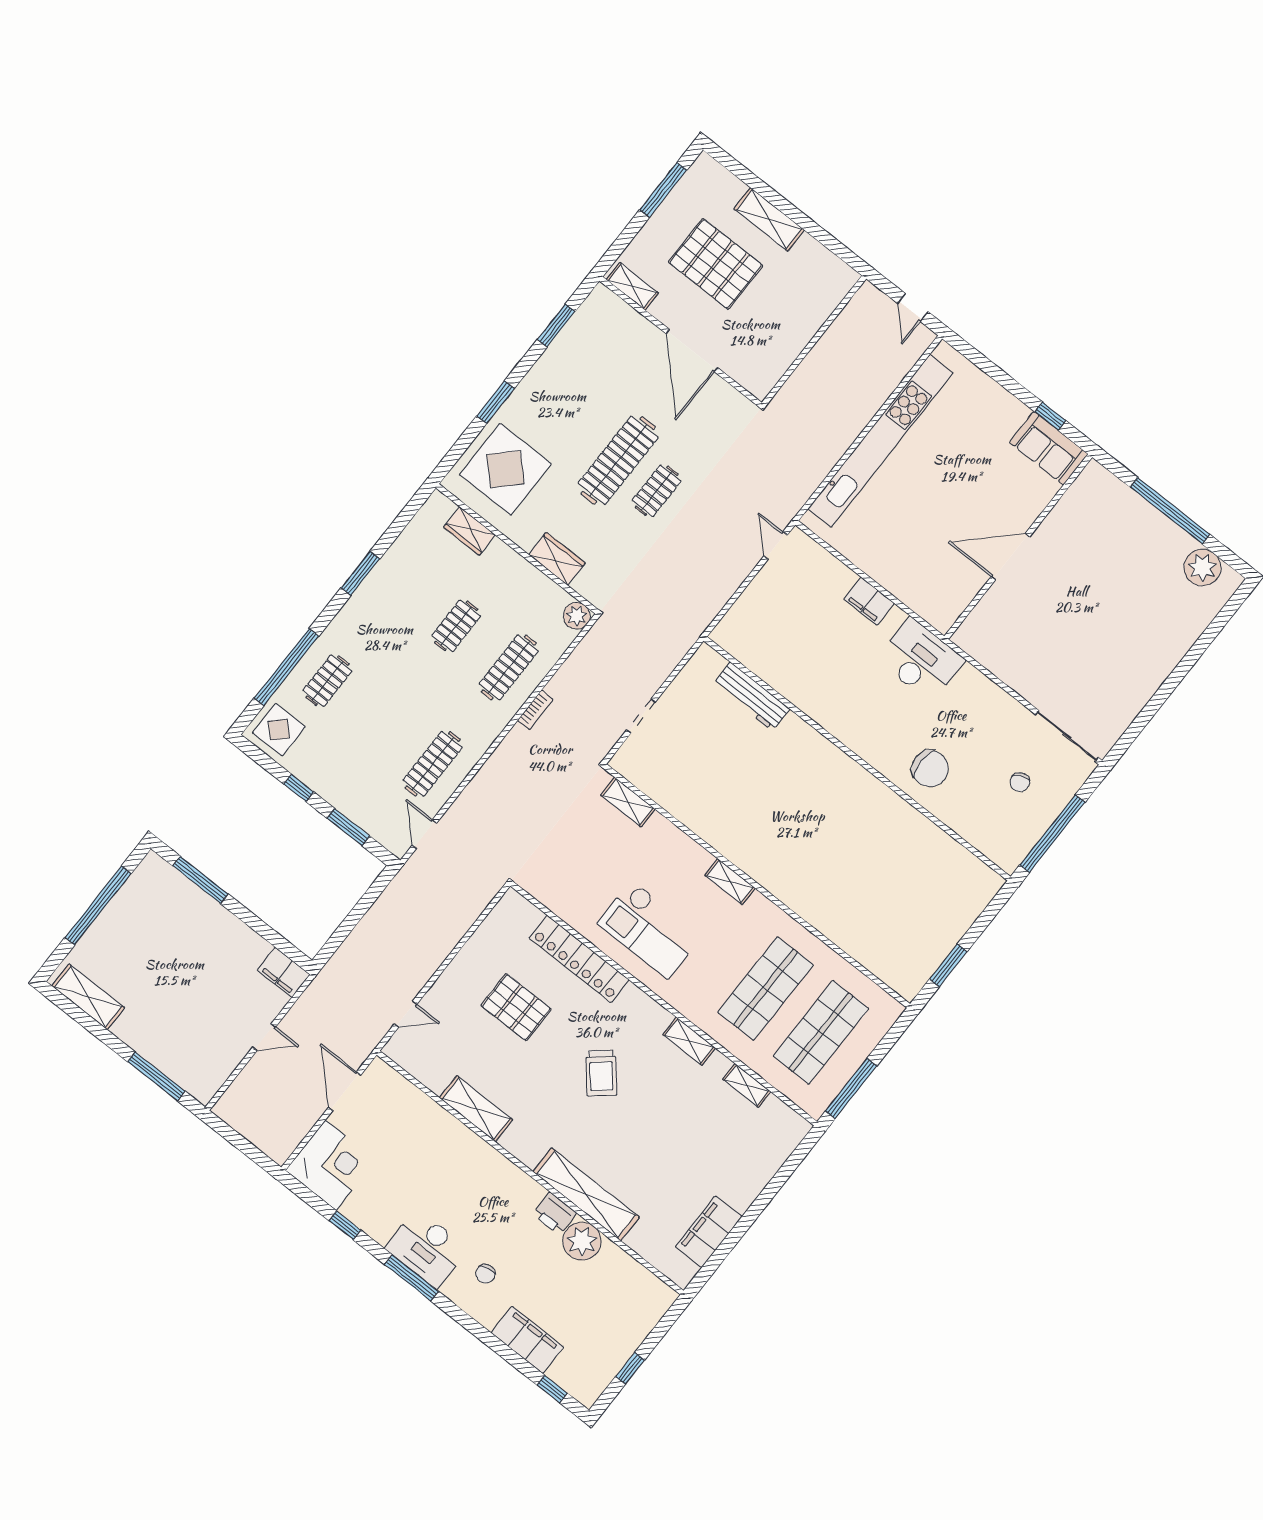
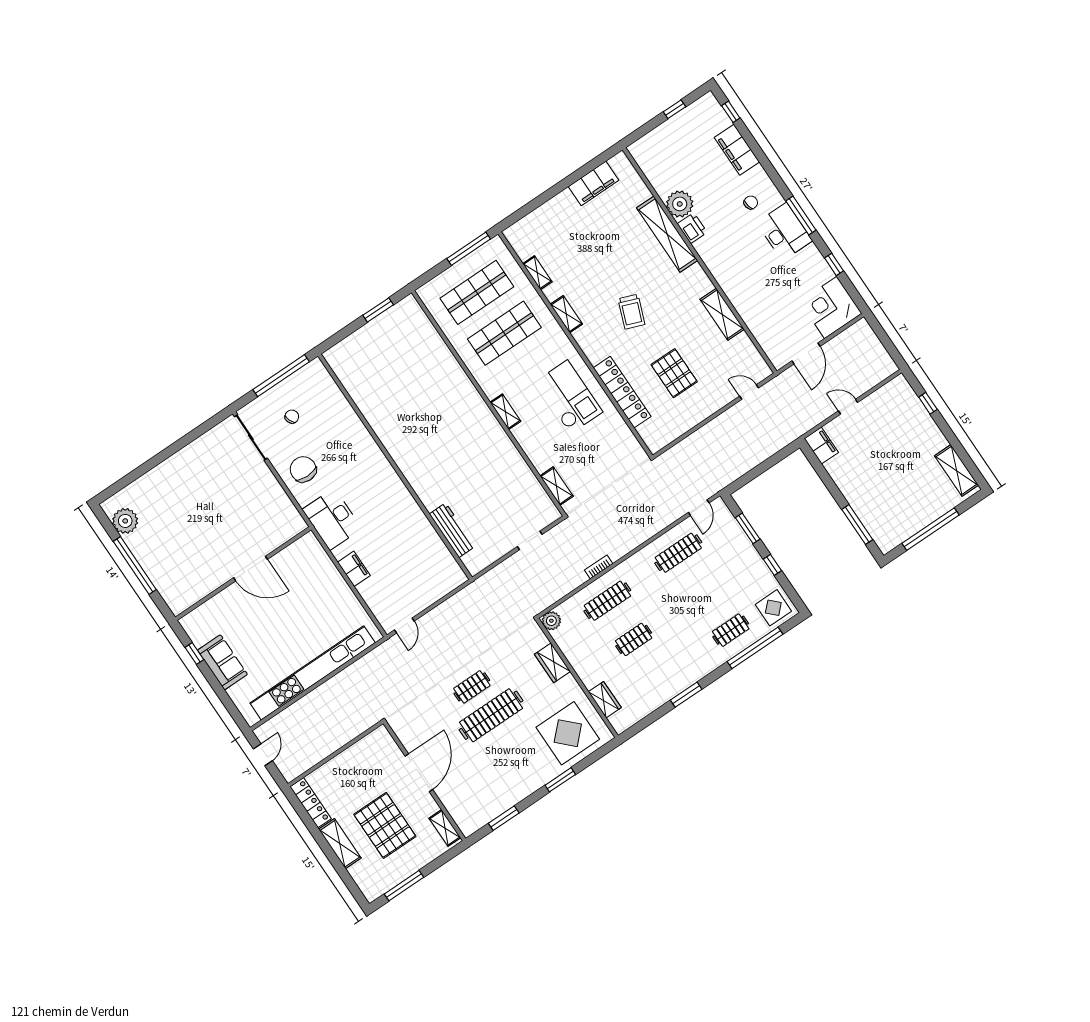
locker: (827, 263) -> (311, 803), added
sofa: (1049, 448) -> (222, 662), moved
chair: (930, 768) -> (303, 469), moved
trolley: (601, 1073) -> (631, 312), turned 151
window: (156, 1076) -> (928, 403), width x0.46

